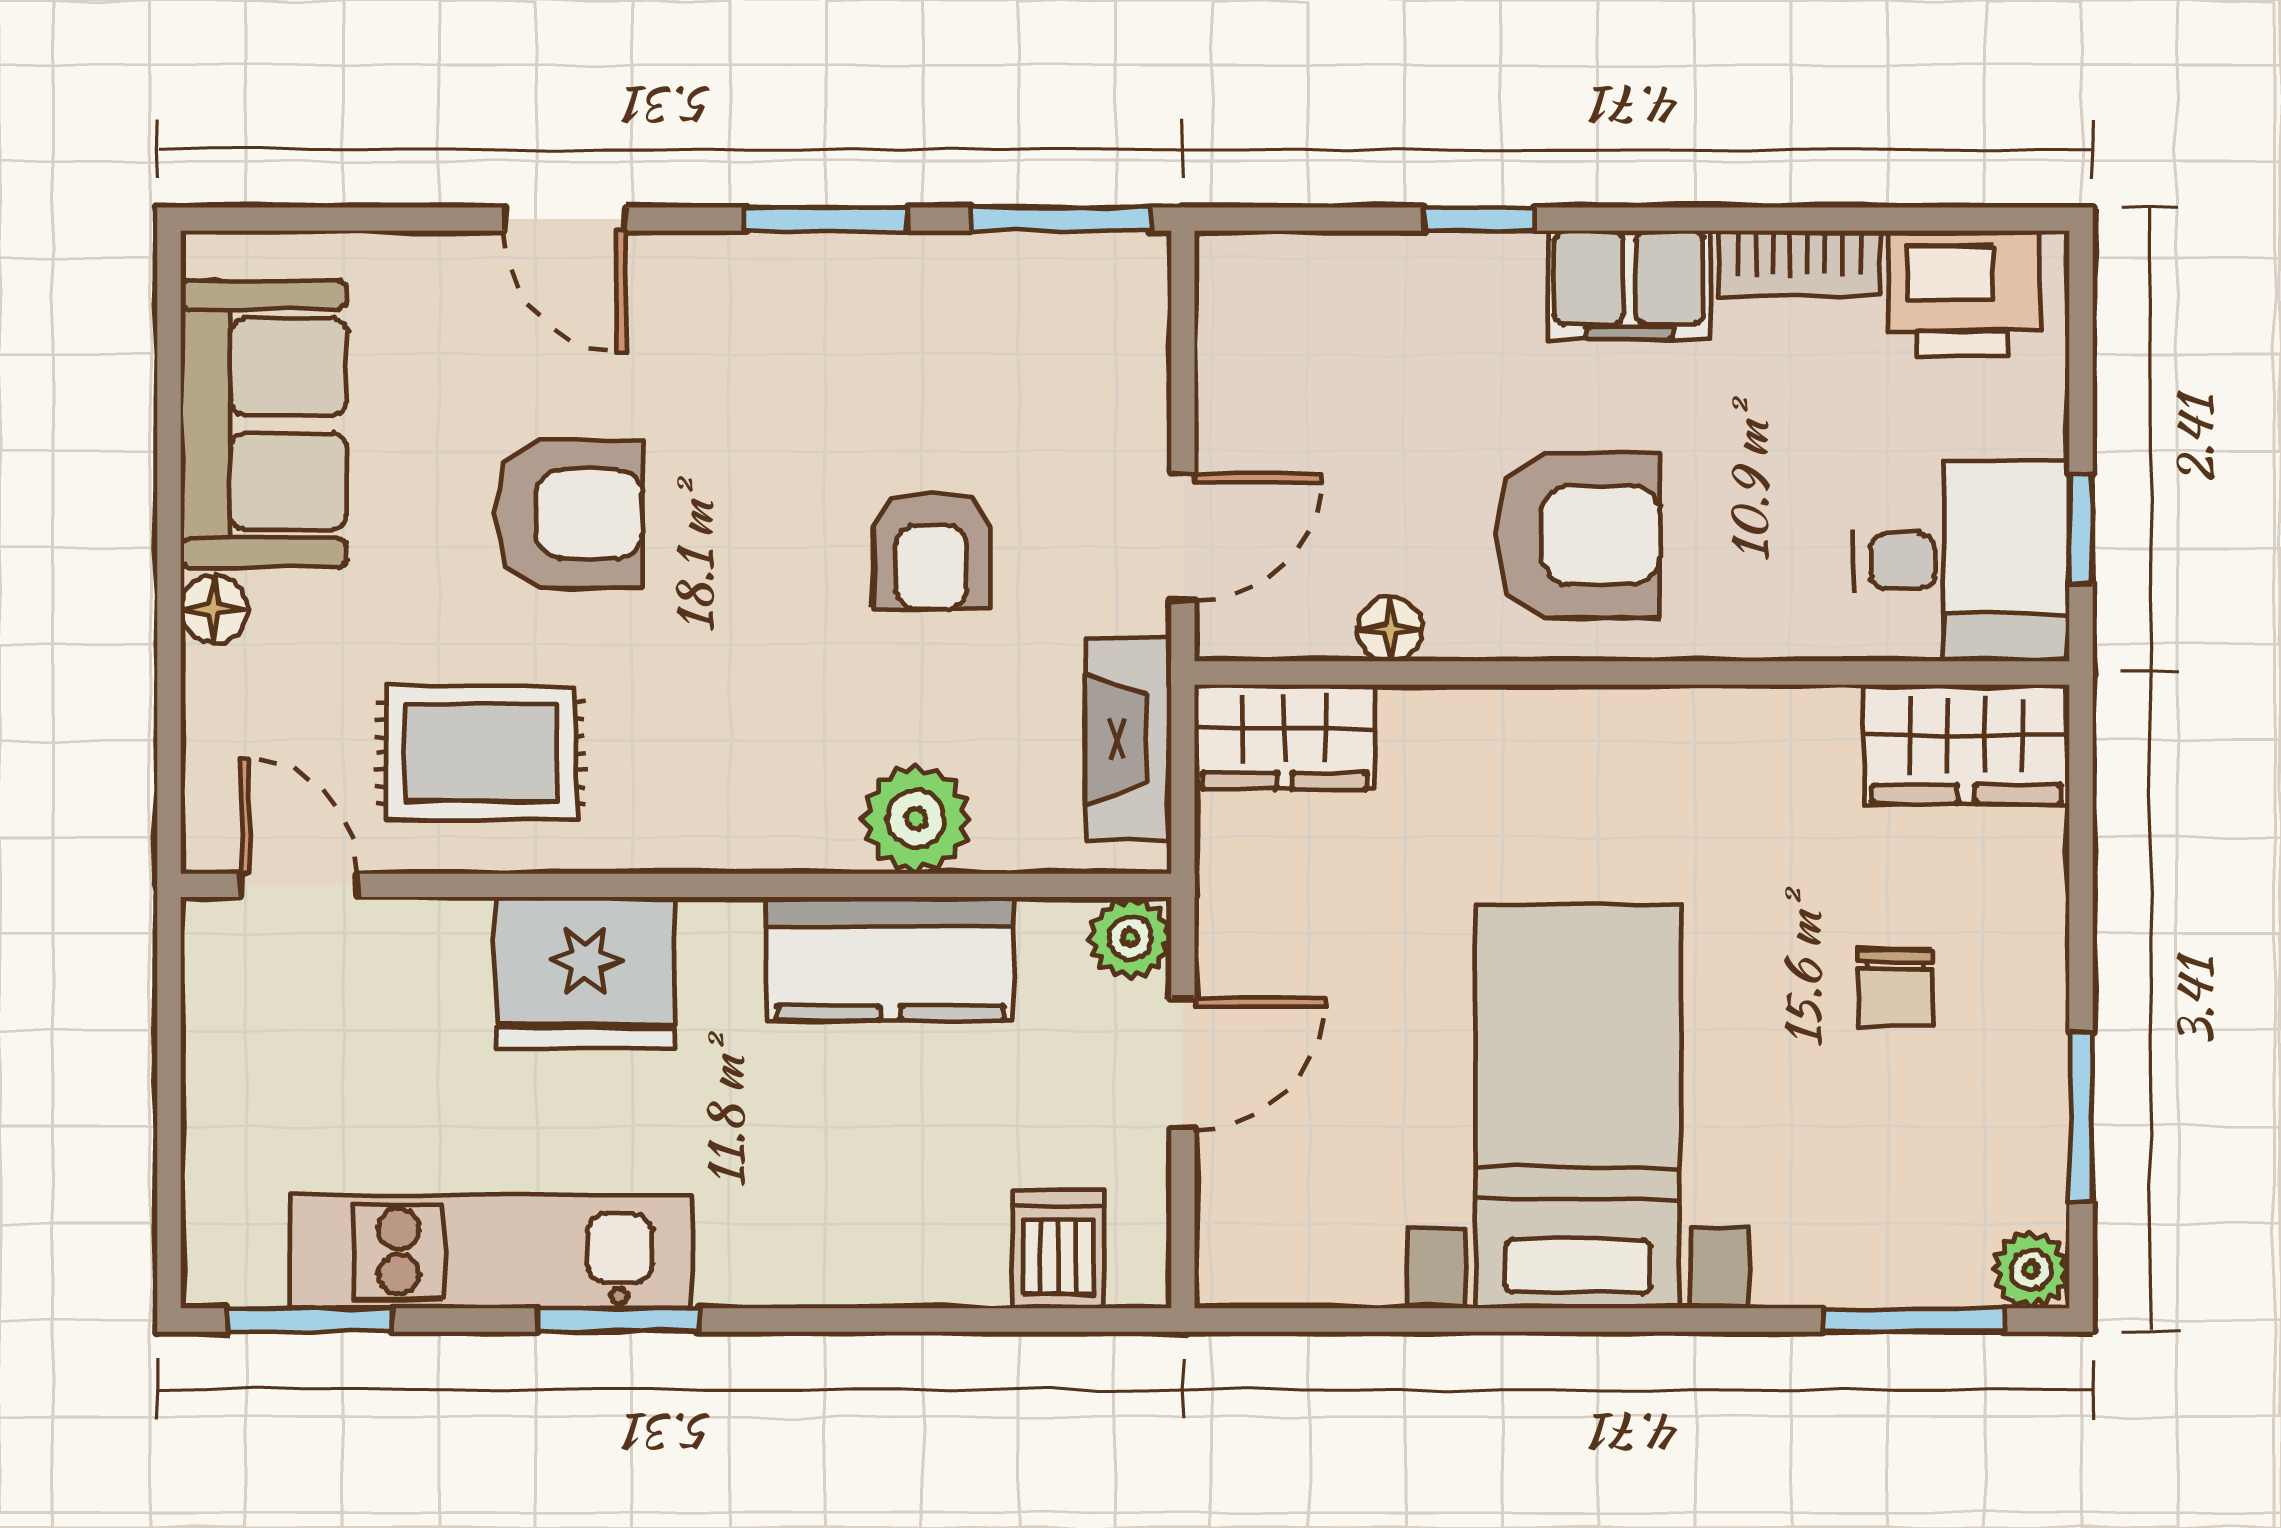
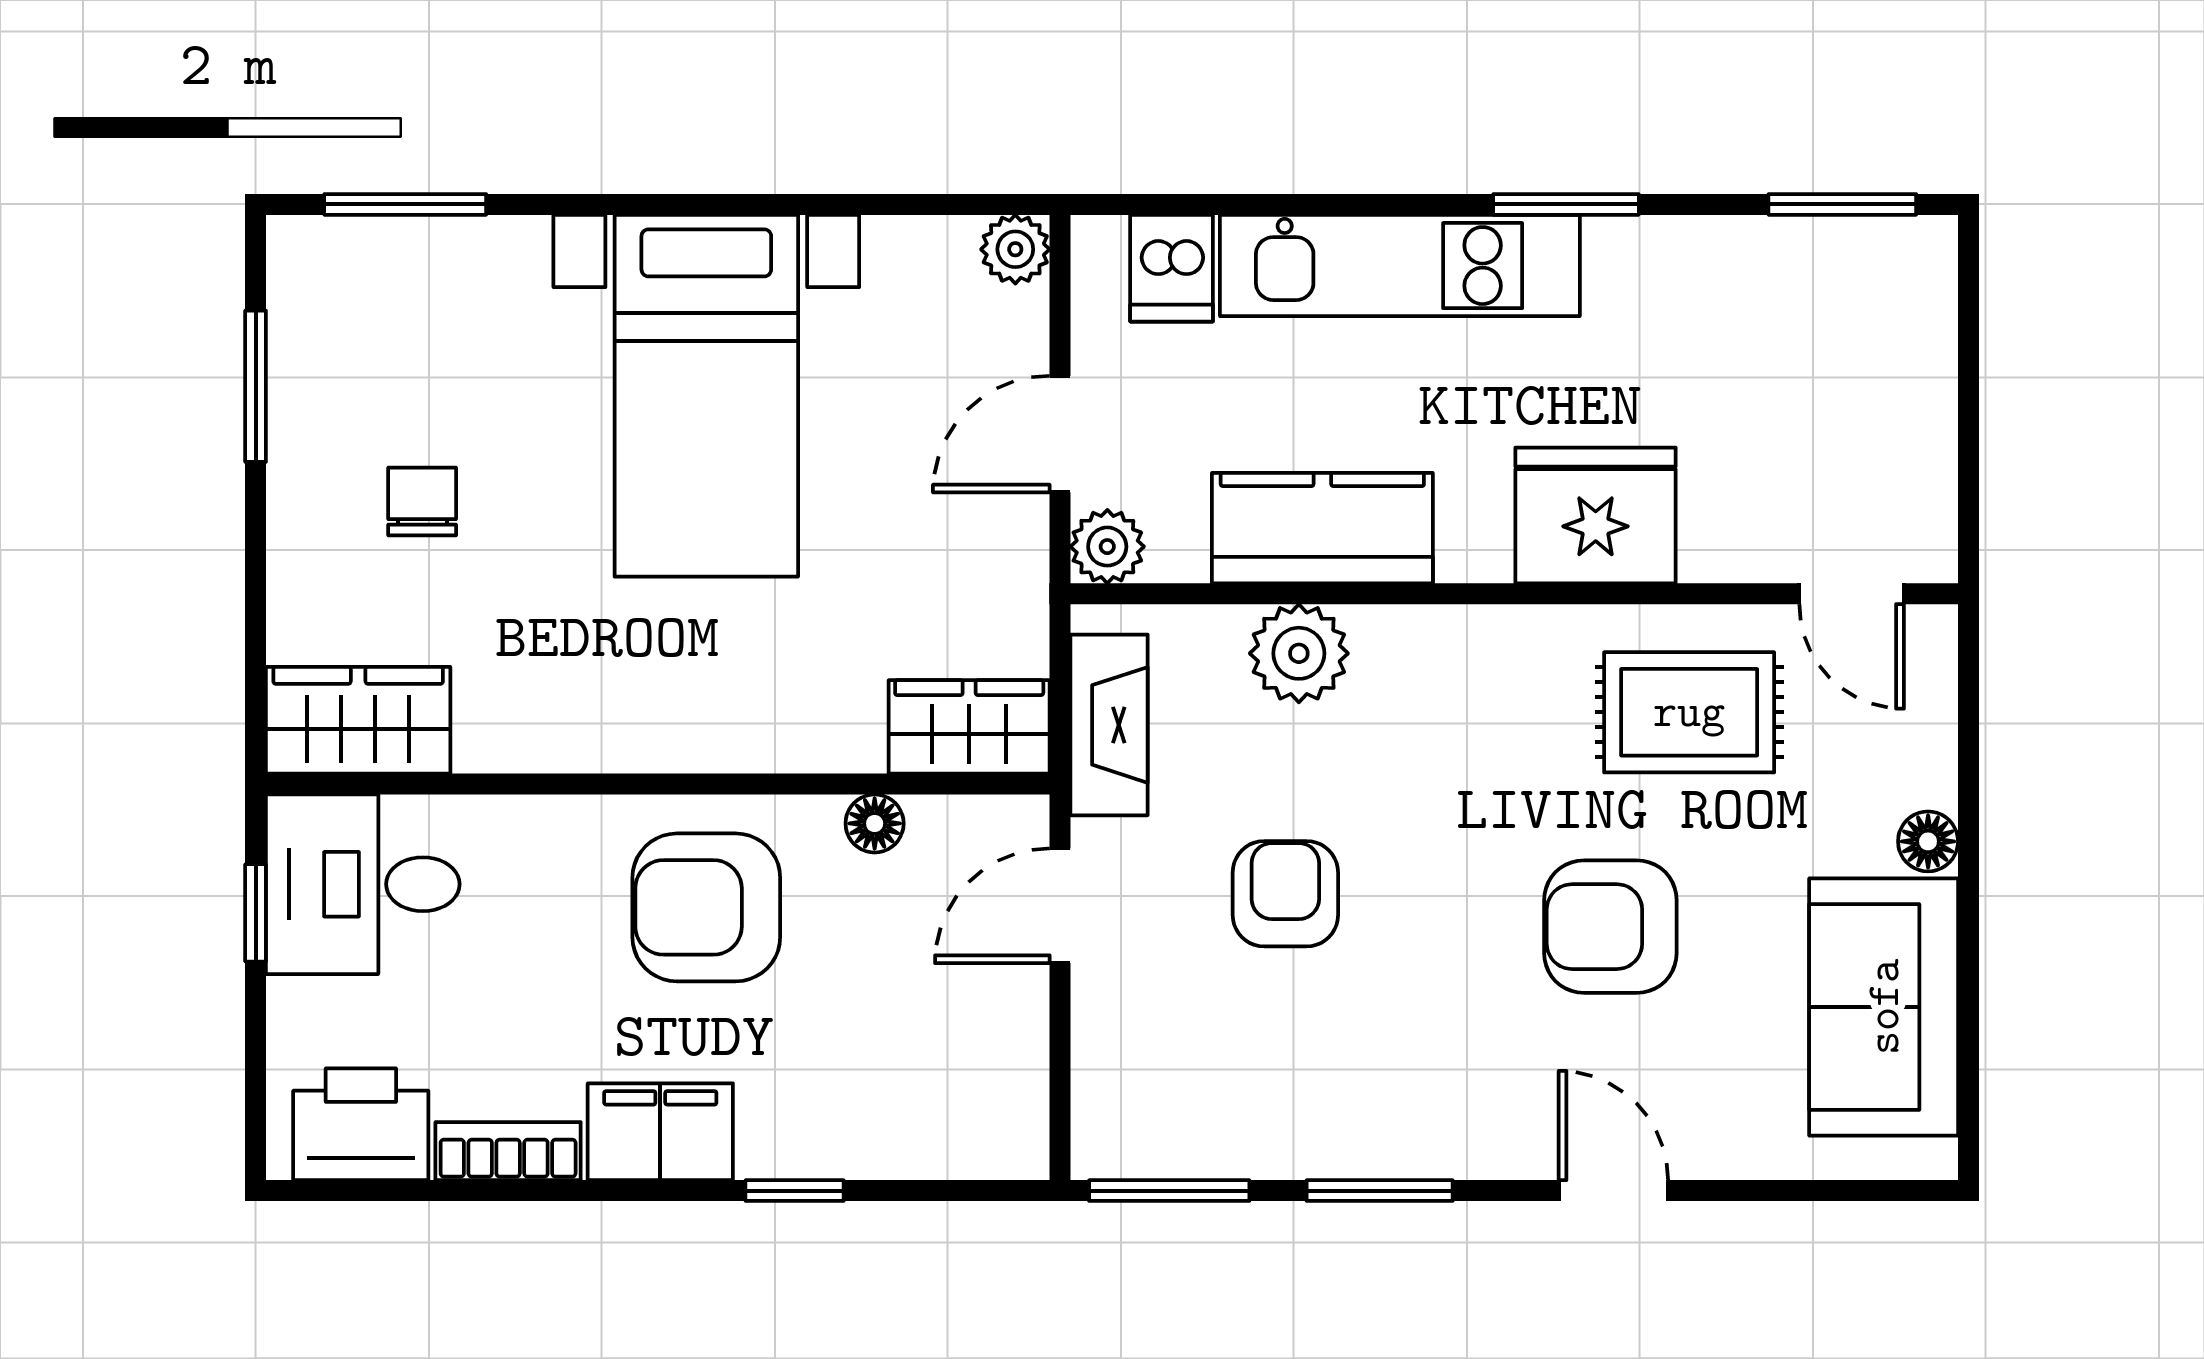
kitchen unit: (491, 1252) -> (1400, 266), moved
plant: (2031, 1270) -> (1015, 249), moved

